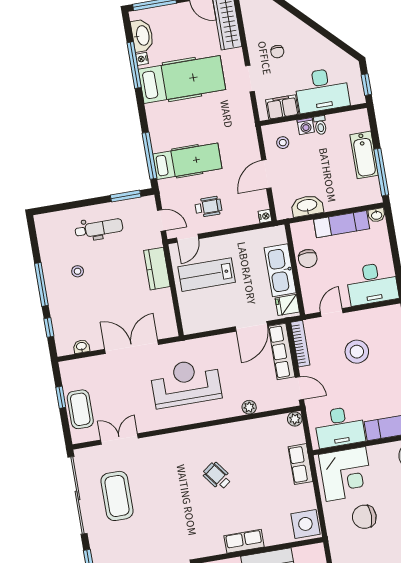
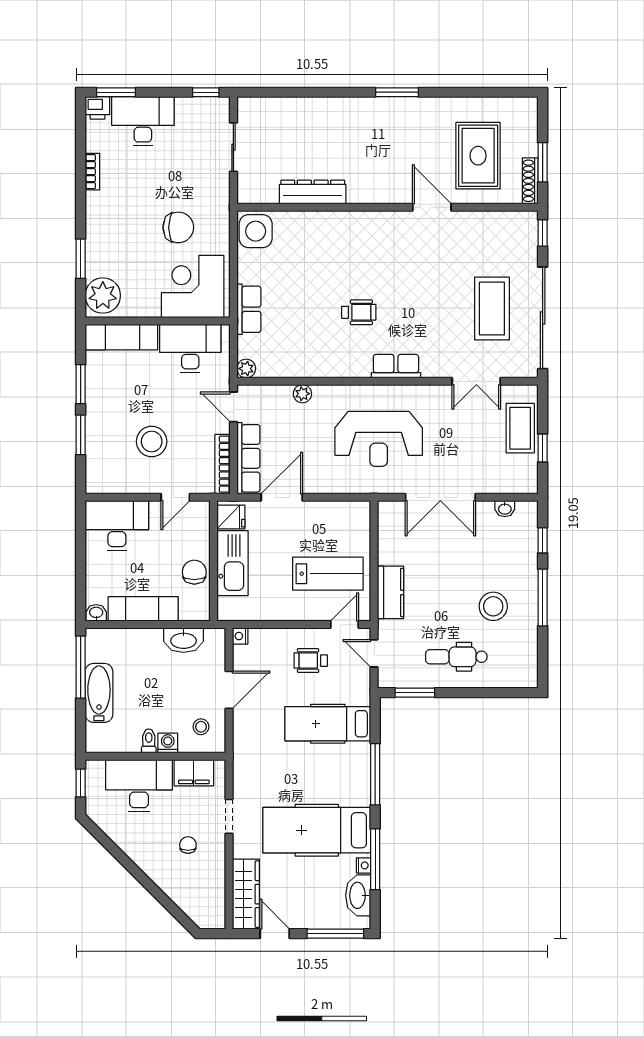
window: (150, 156) -> (375, 774), moved
stool: (78, 271) -> (493, 606), width x1.89, depth x1.89
wheelchair: (217, 476) -> (359, 312), turned -53
row of seats: (244, 541) -> (396, 366), moved, turned 180

